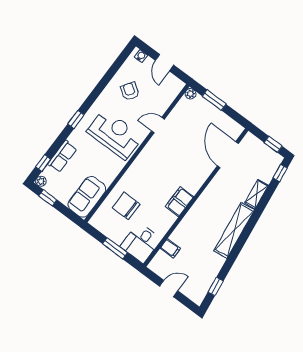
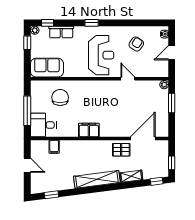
pallet: (223, 184) -> (121, 150), added
window: (115, 248) -> (27, 111), width x1.44

